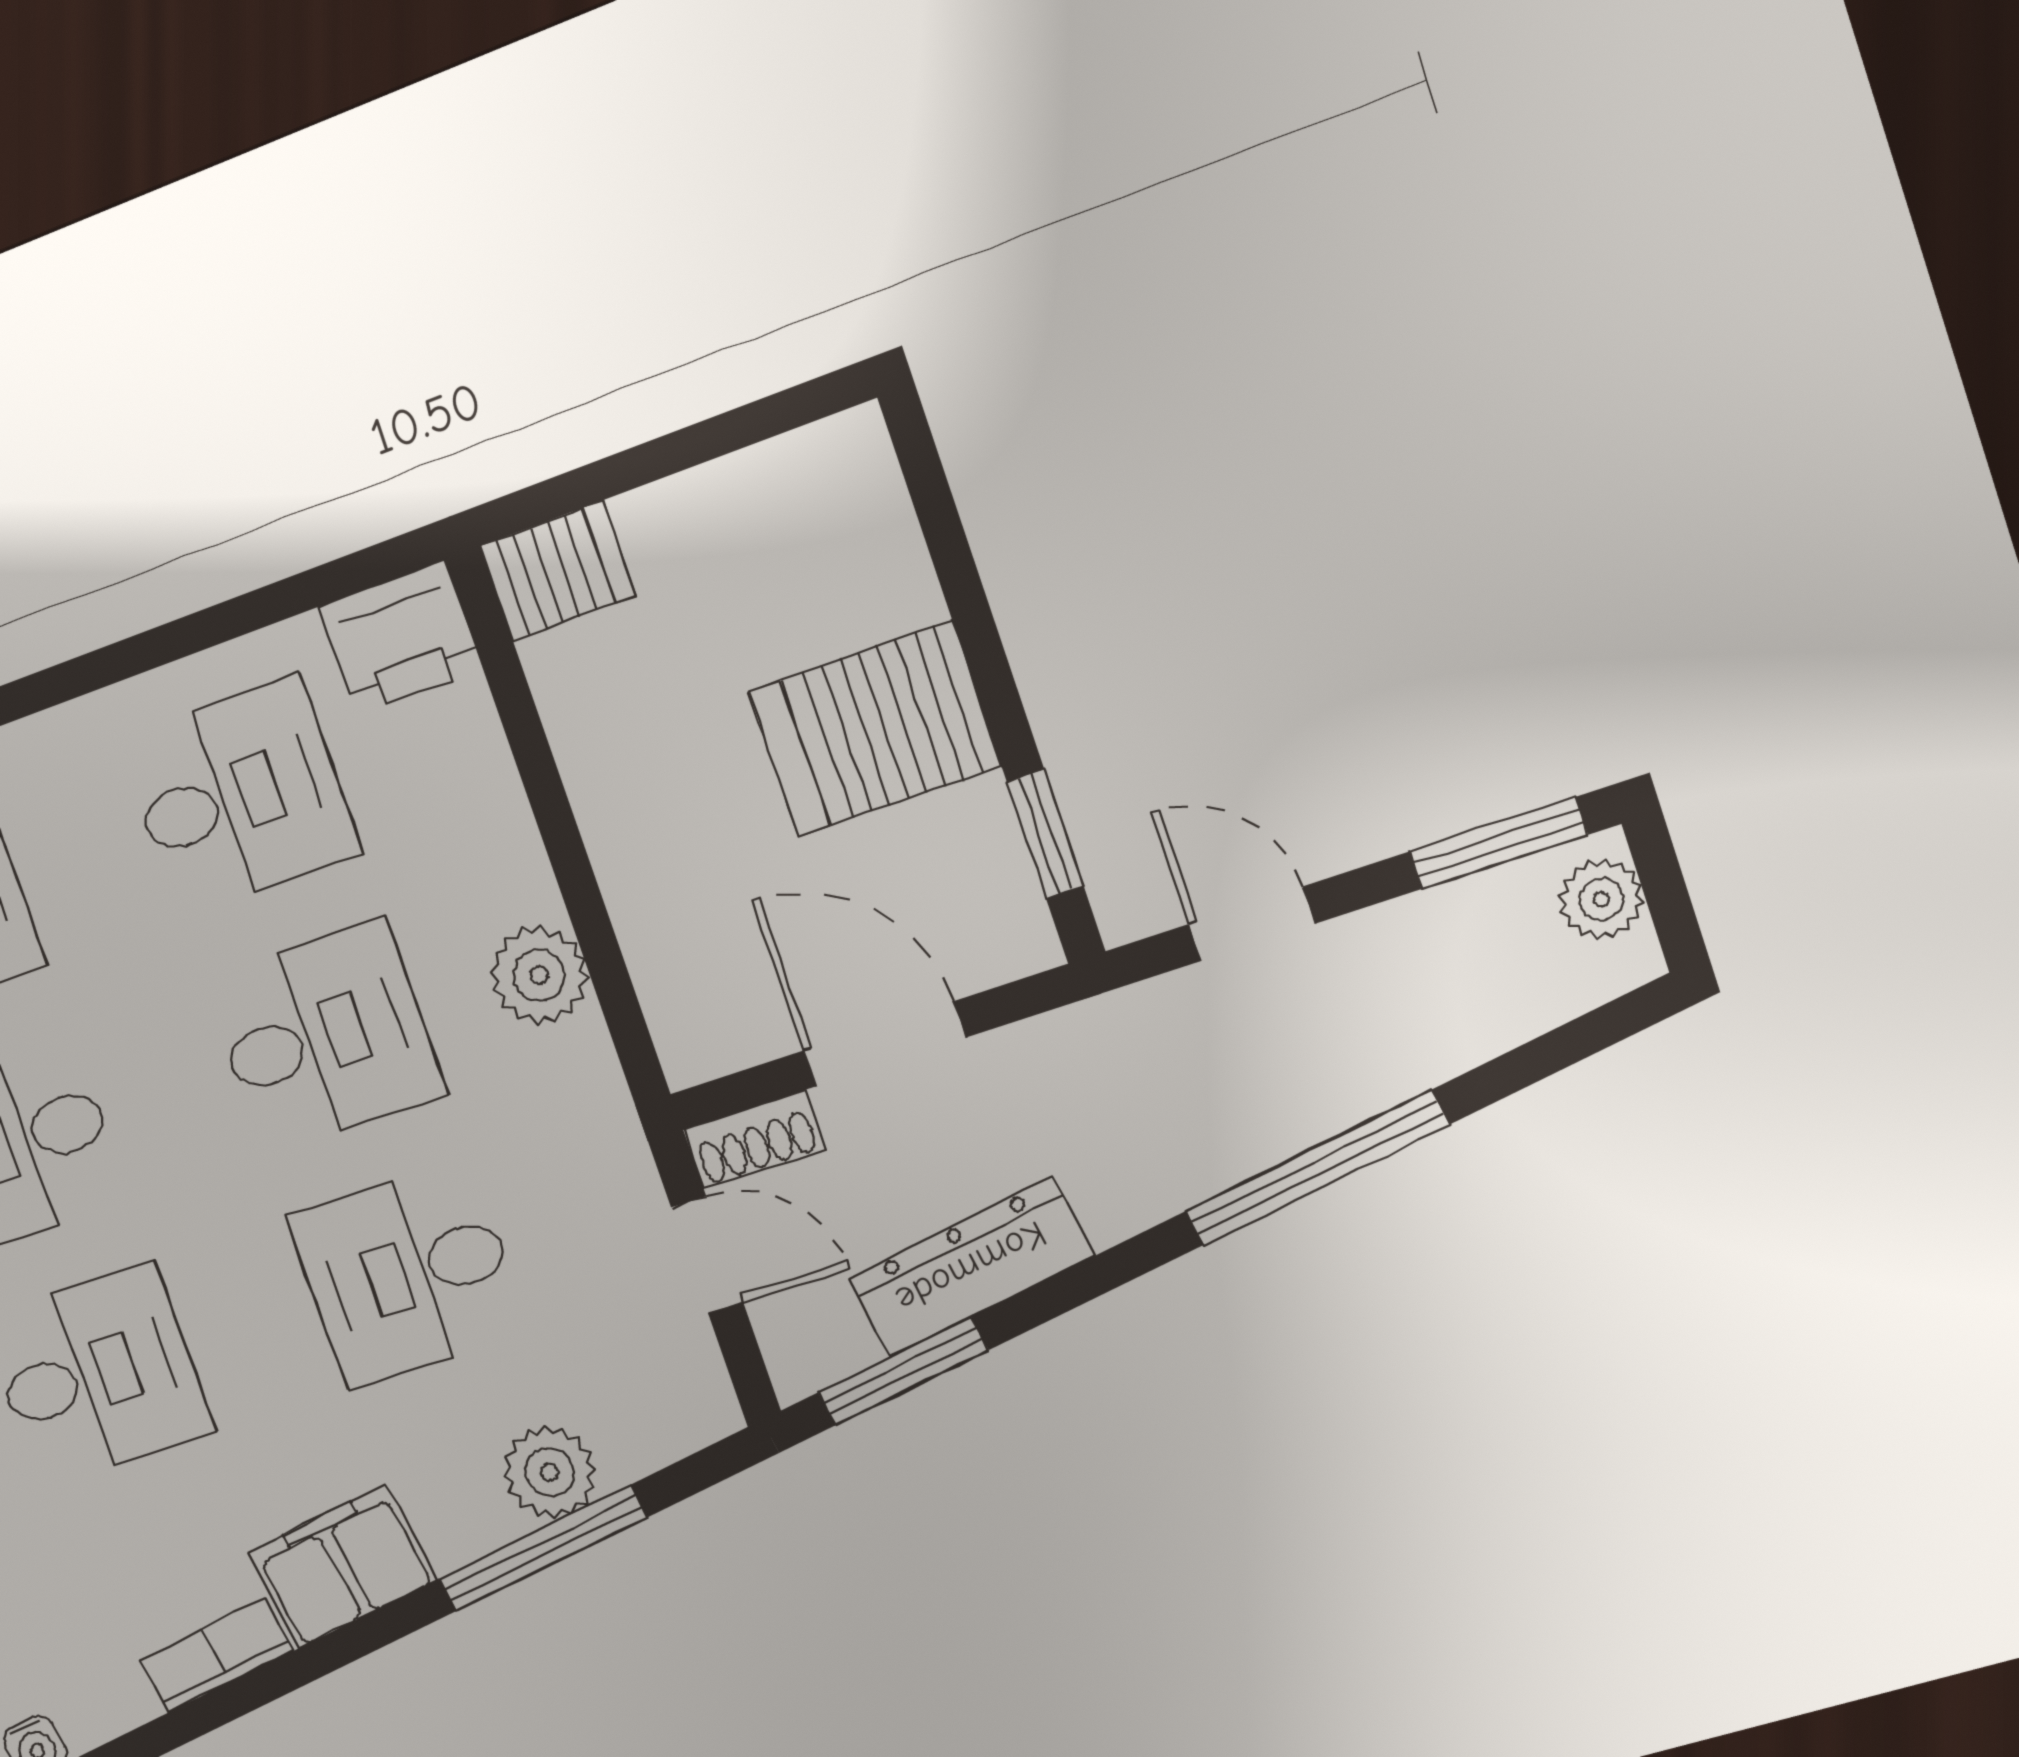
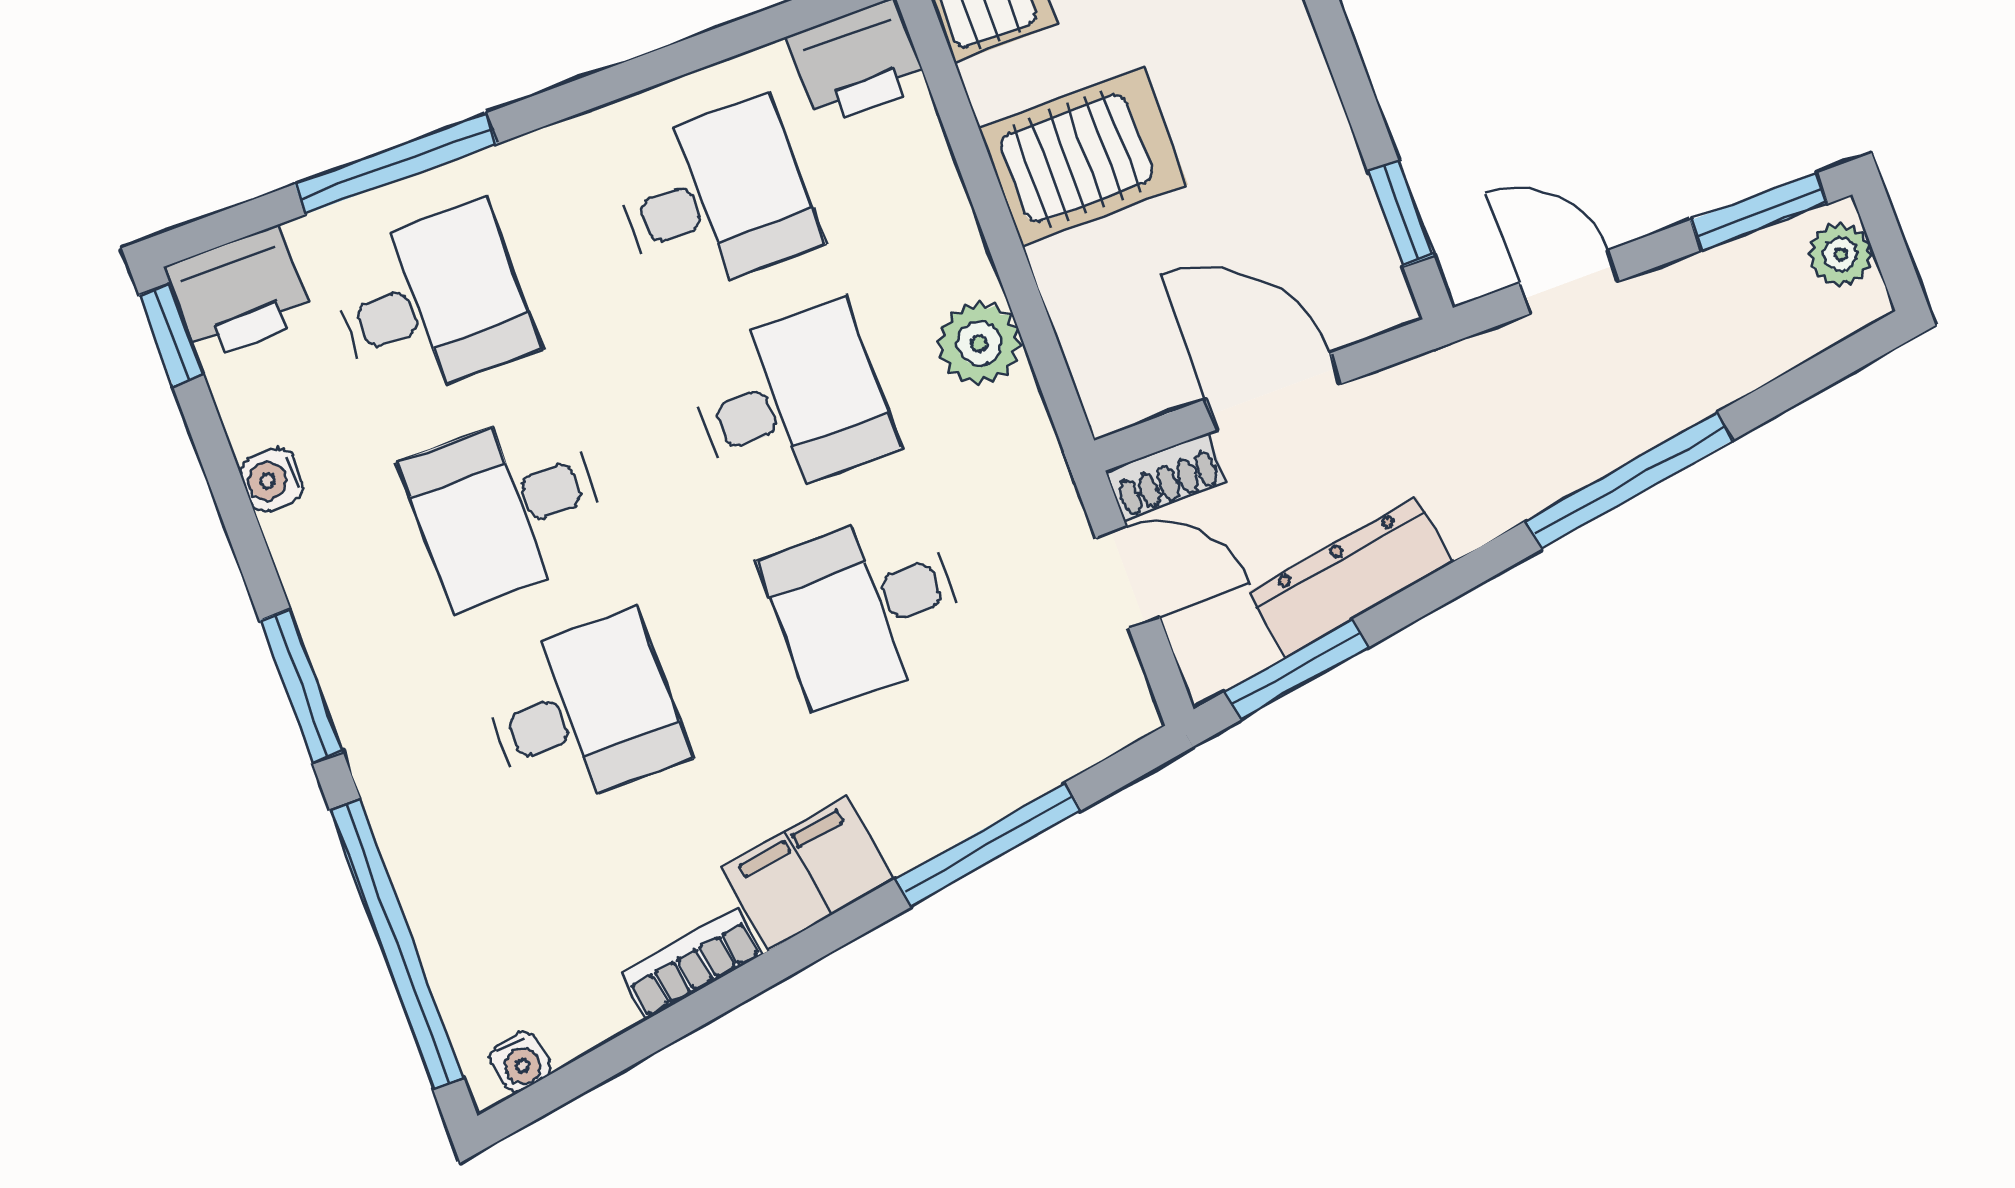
server rack: (874, 729) -> (1083, 156), moved, turned 180
plant: (550, 1472) -> (993, 776), removed

